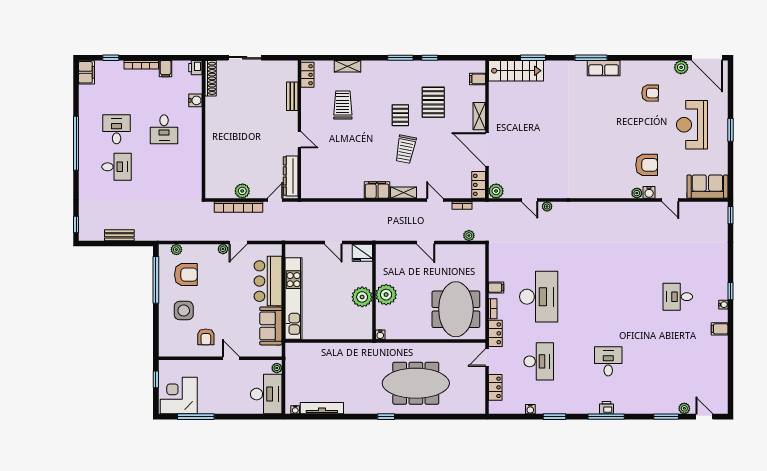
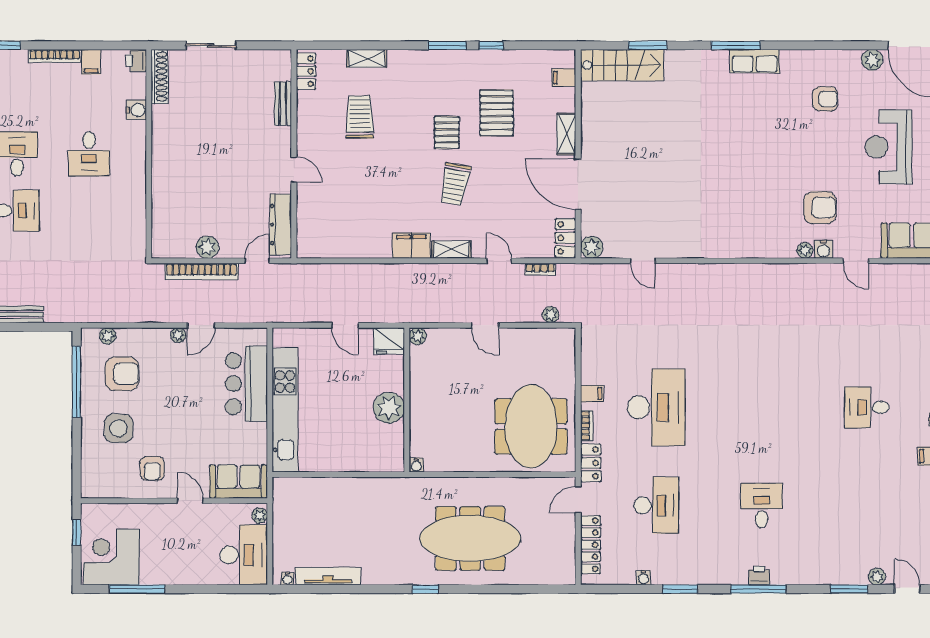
plant: (547, 206) -> (669, 271), removed
plant: (386, 295) -> (418, 336), moved, width x0.53, depth x0.53
sofa: (271, 326) -> (238, 482), moved, turned 90
locker: (495, 387) -> (591, 545), width x1.53

